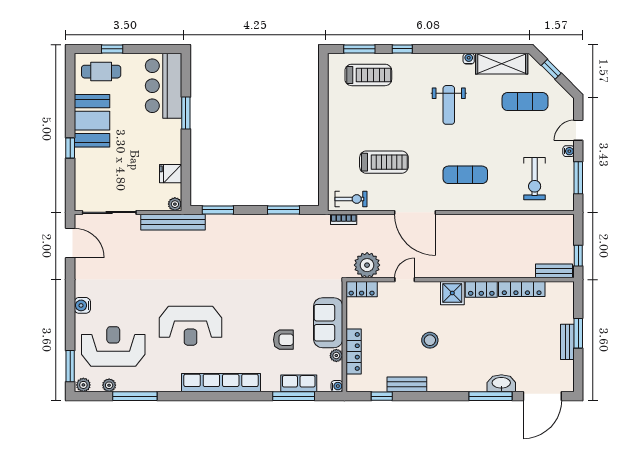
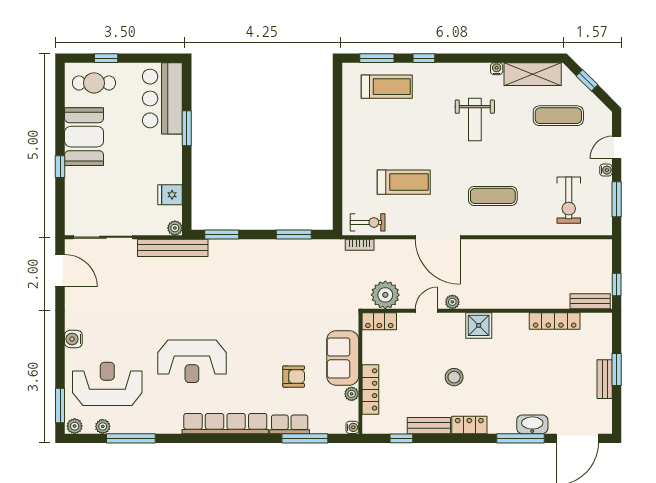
plant: (428, 271) -> (452, 302), added
locker: (481, 289) -> (469, 425), moved, turned 180
row of seats: (299, 383) -> (290, 424), moved

